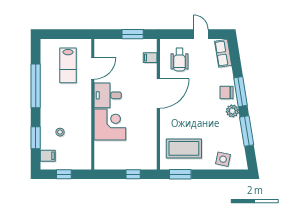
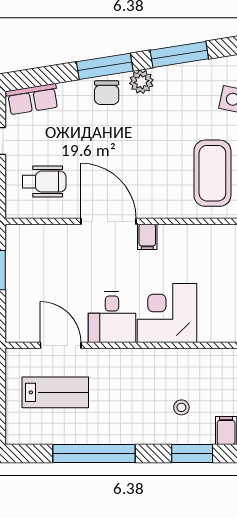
filing cabinet: (150, 58) -> (147, 237), moved

